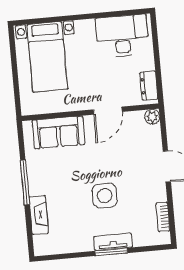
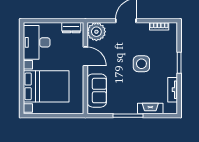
bed with nightstands: (47, 57) -> (46, 86), width x1.36
plant: (152, 117) -> (96, 32), width x1.88, depth x1.88
tv unit: (113, 242) -> (173, 90), moved

